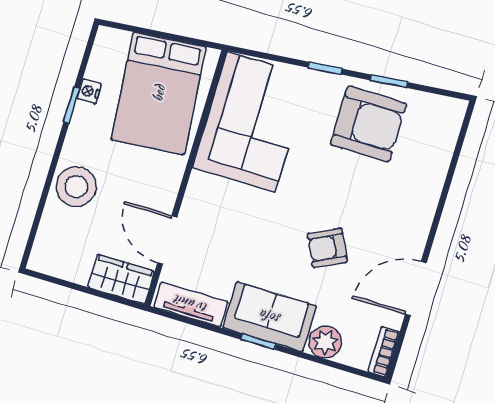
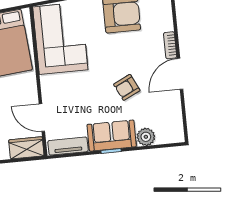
door: (416, 289) -> (180, 74), moved
bookcase: (384, 352) -> (170, 45), moved

